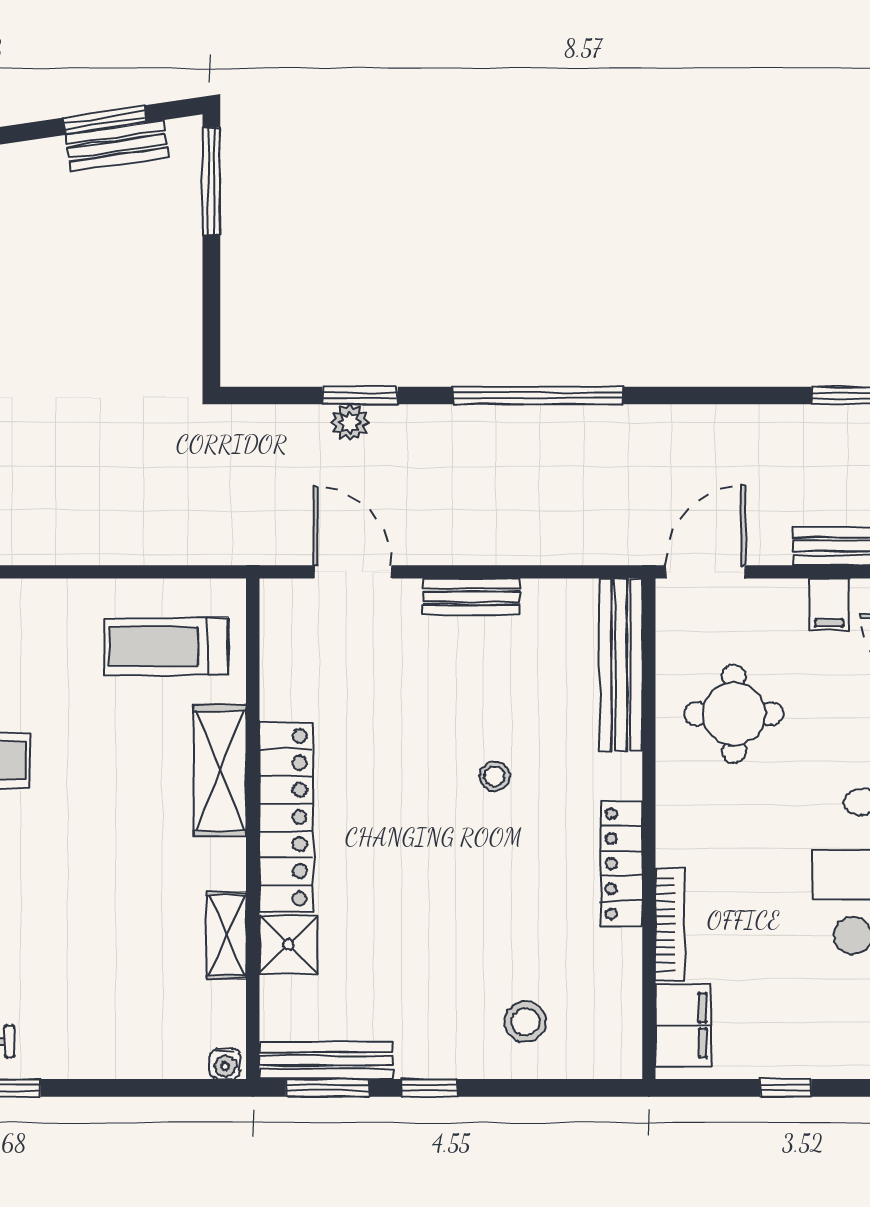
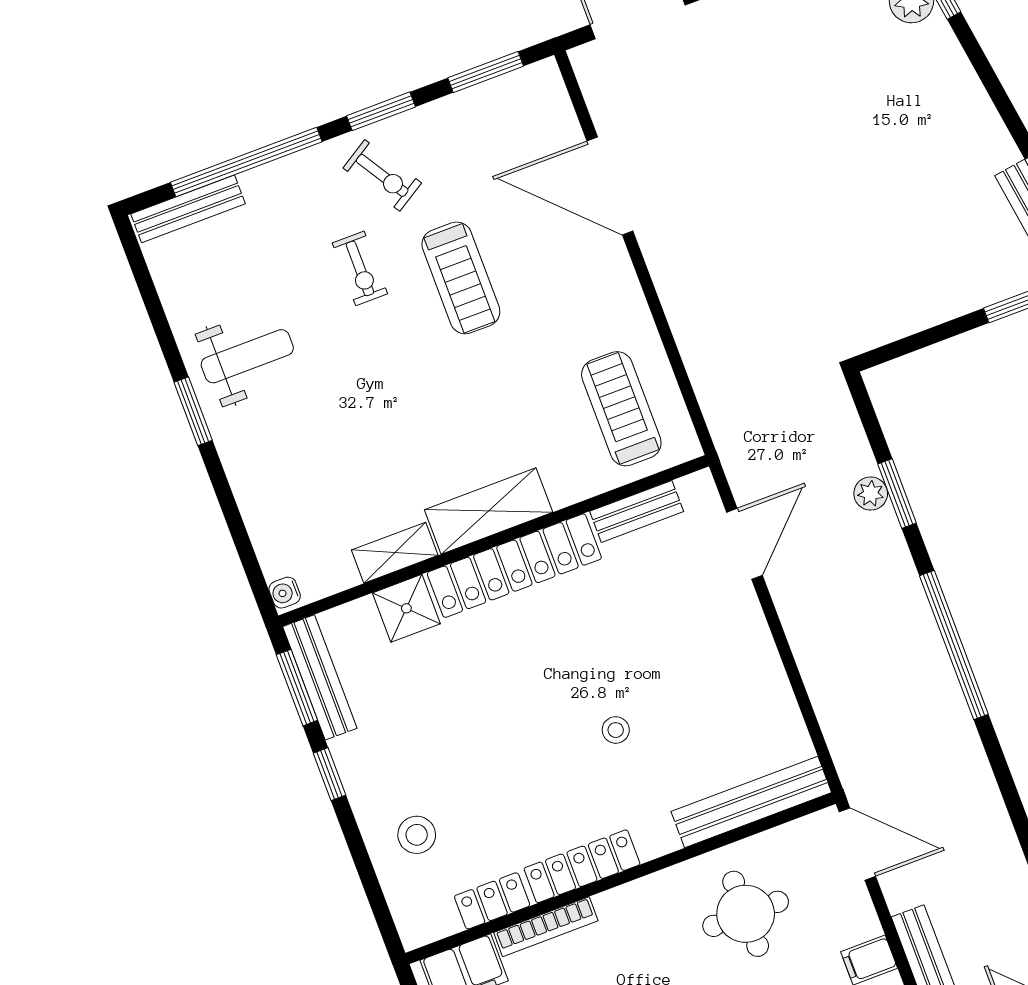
bench: (471, 597) -> (637, 511), moved, turned 90
shelving: (220, 771) -> (489, 511), moved
locker: (622, 970) -> (492, 901), added

